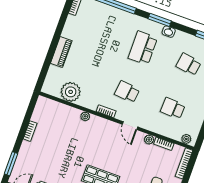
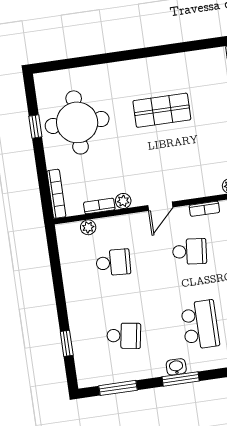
window: (160, 20) -> (181, 379), moved
door: (130, 126) -> (160, 206), swing flipped
plant: (186, 139) -> (88, 227), moved

